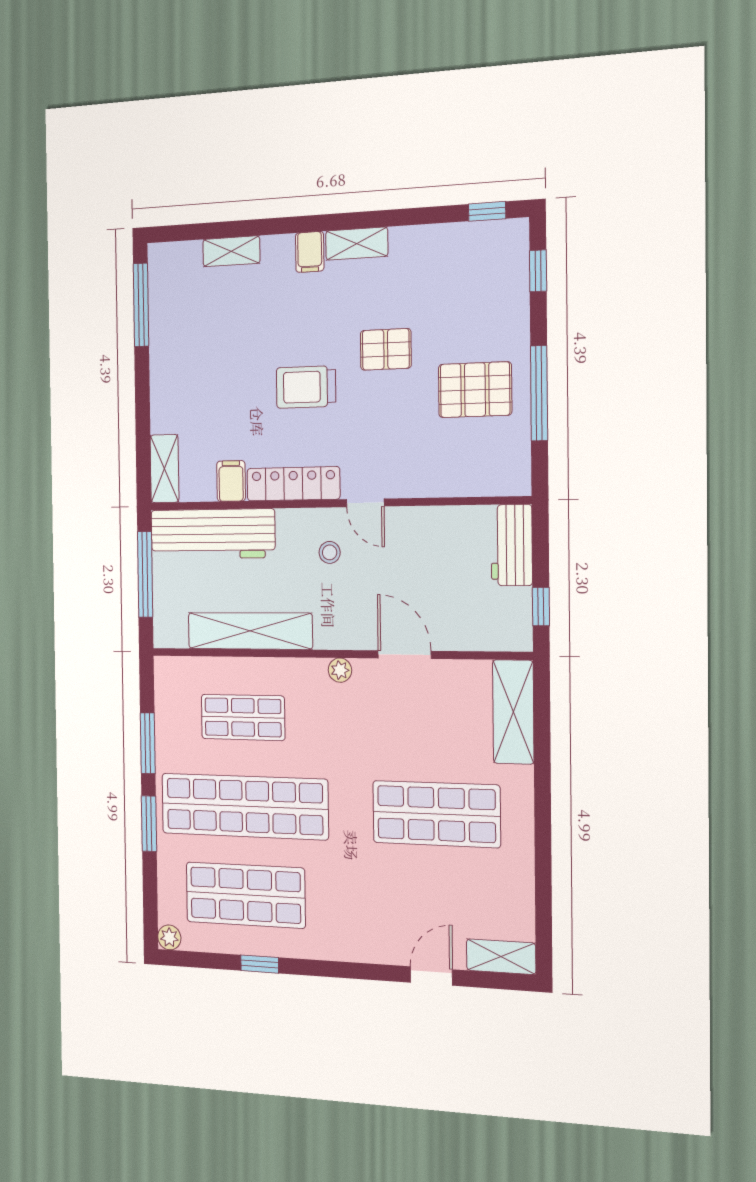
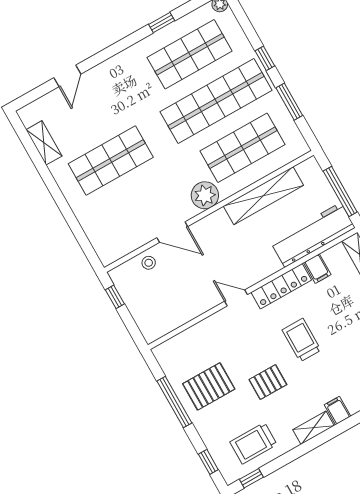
trolley: (455, 265) -> (253, 443), added
trolley: (306, 387) -> (302, 340), turned -90
workbench: (512, 545) -> (147, 319), removed
stool: (330, 552) -> (149, 263), moved
plant: (340, 670) -> (205, 195), width x1.87, depth x1.87
shelving: (513, 712) -> (100, 236), removed
shop shelf: (243, 717) -> (242, 148), width x1.43, depth x1.36
window: (149, 824) -> (265, 58), width x0.67
shelving: (501, 957) -> (44, 143), moved, turned 90

